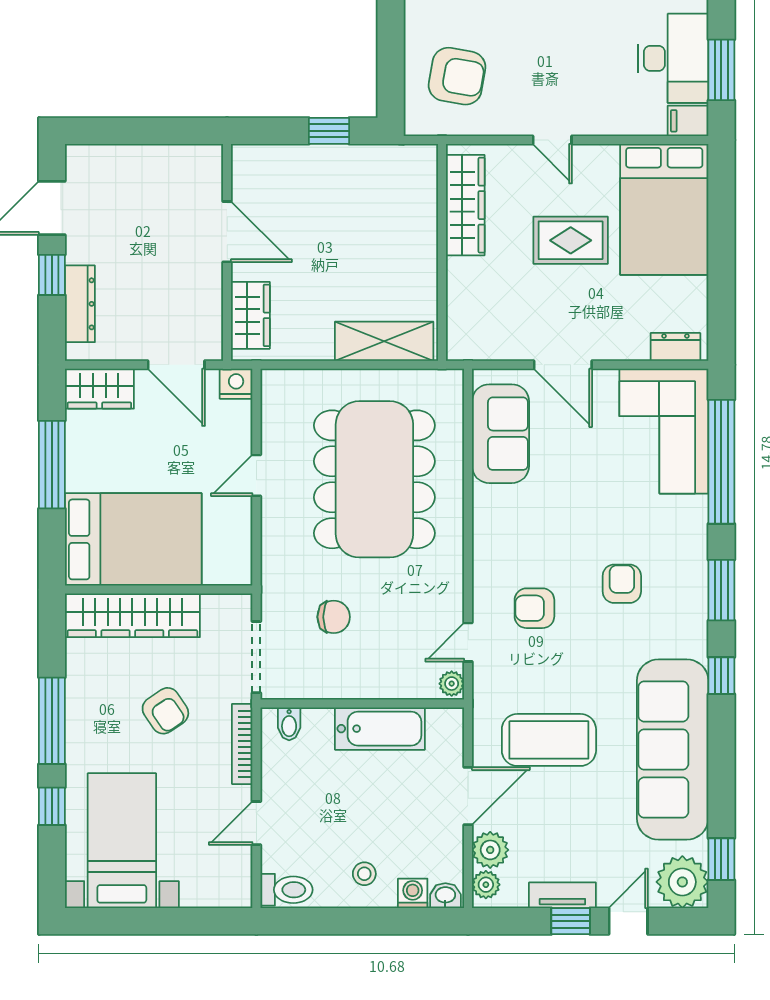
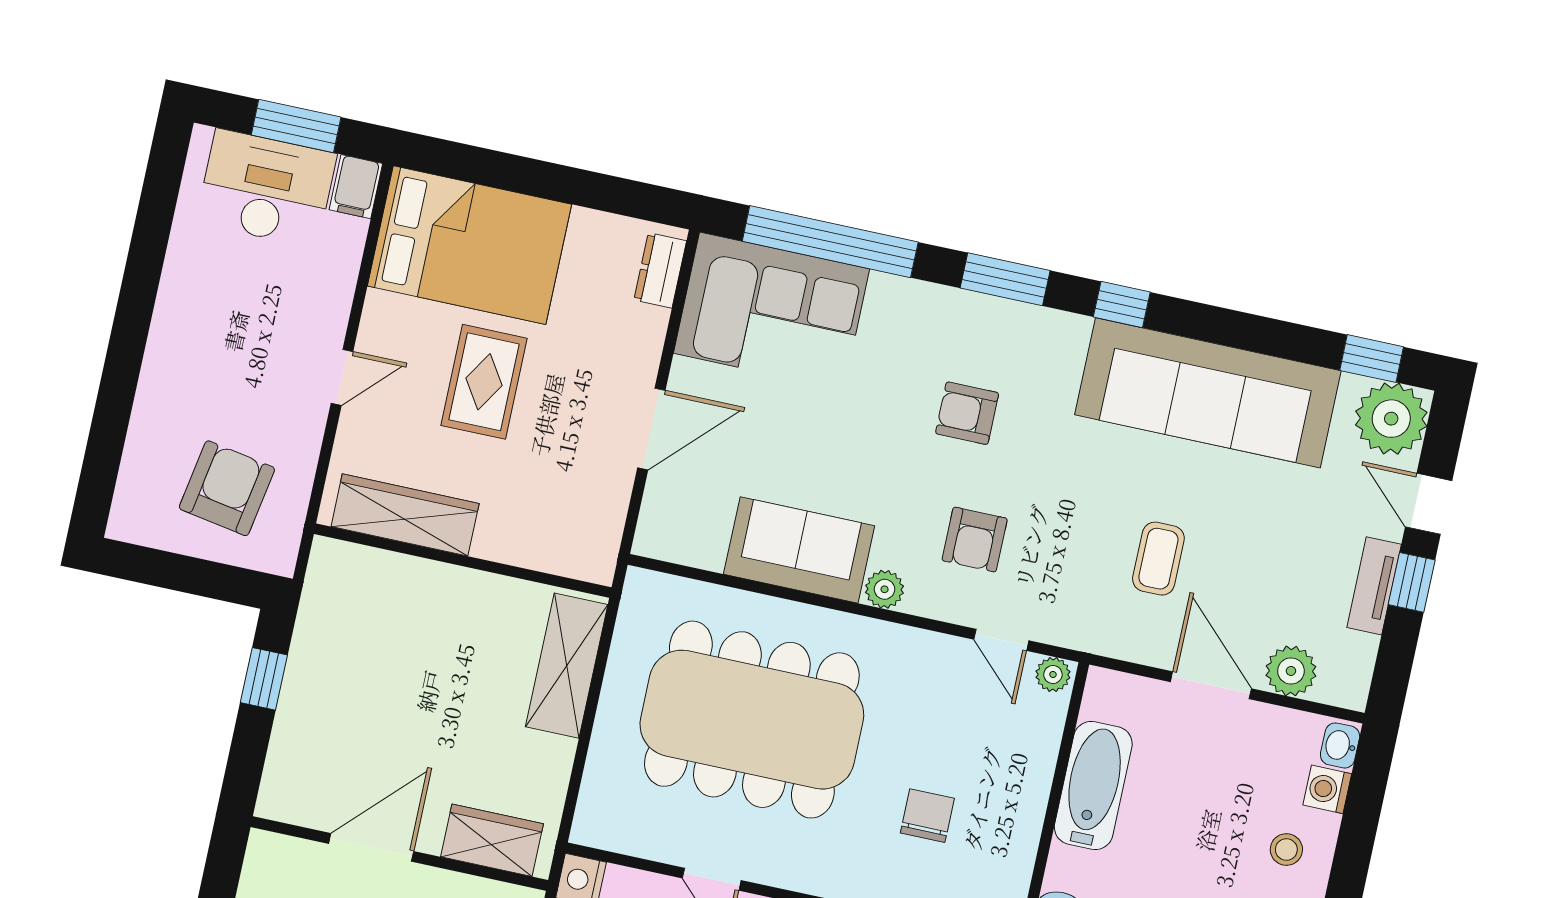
sofa: (501, 434) -> (799, 550), moved
coffee table: (549, 740) -> (1158, 559), width x0.54, depth x0.58
plant: (486, 885) -> (885, 589), moved

